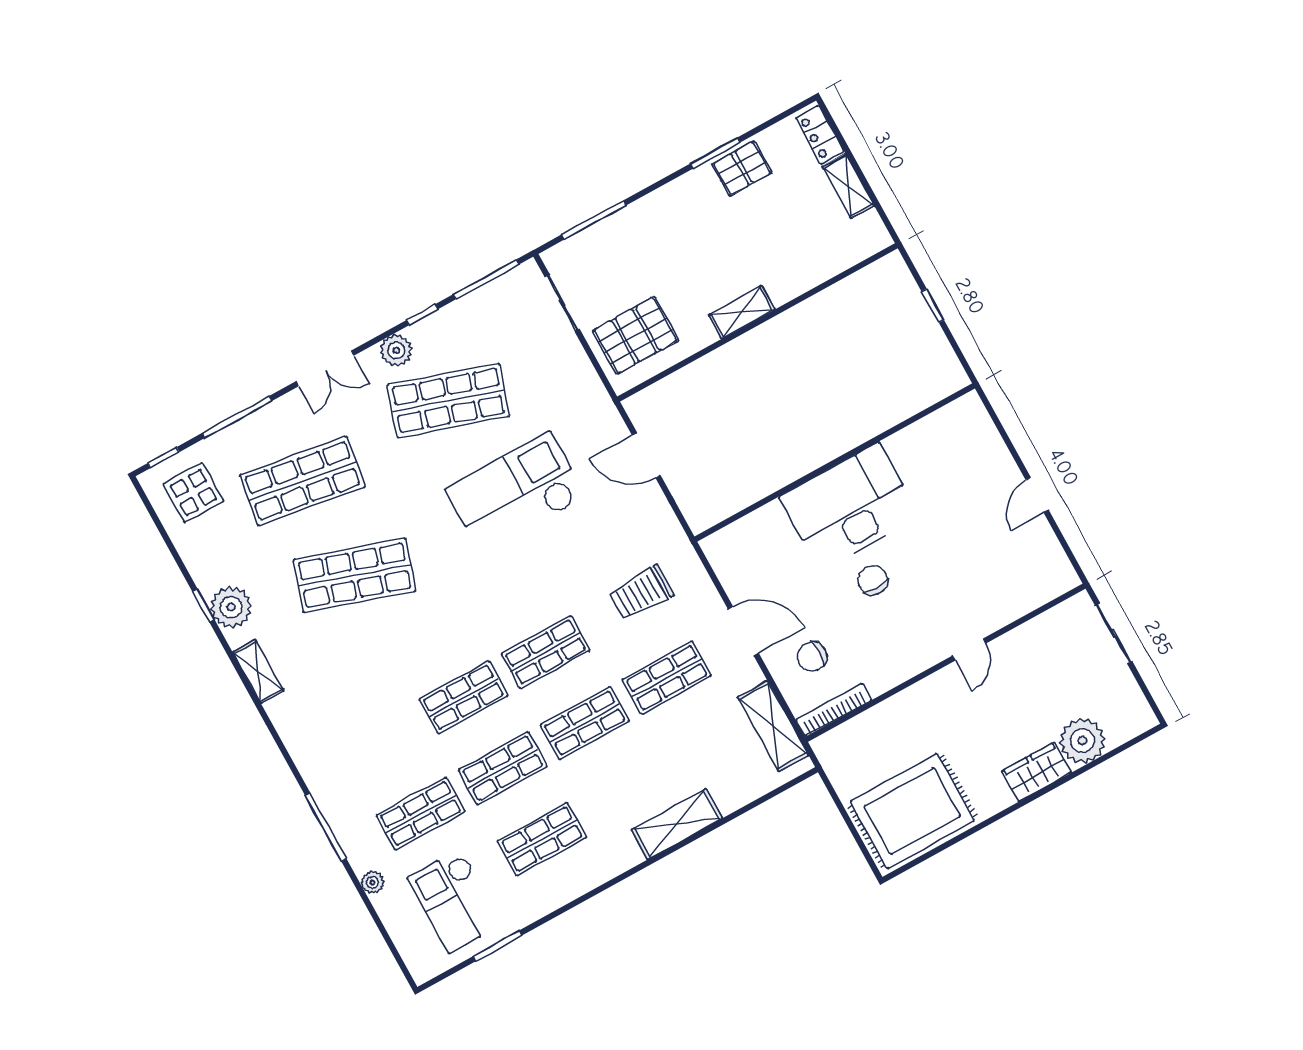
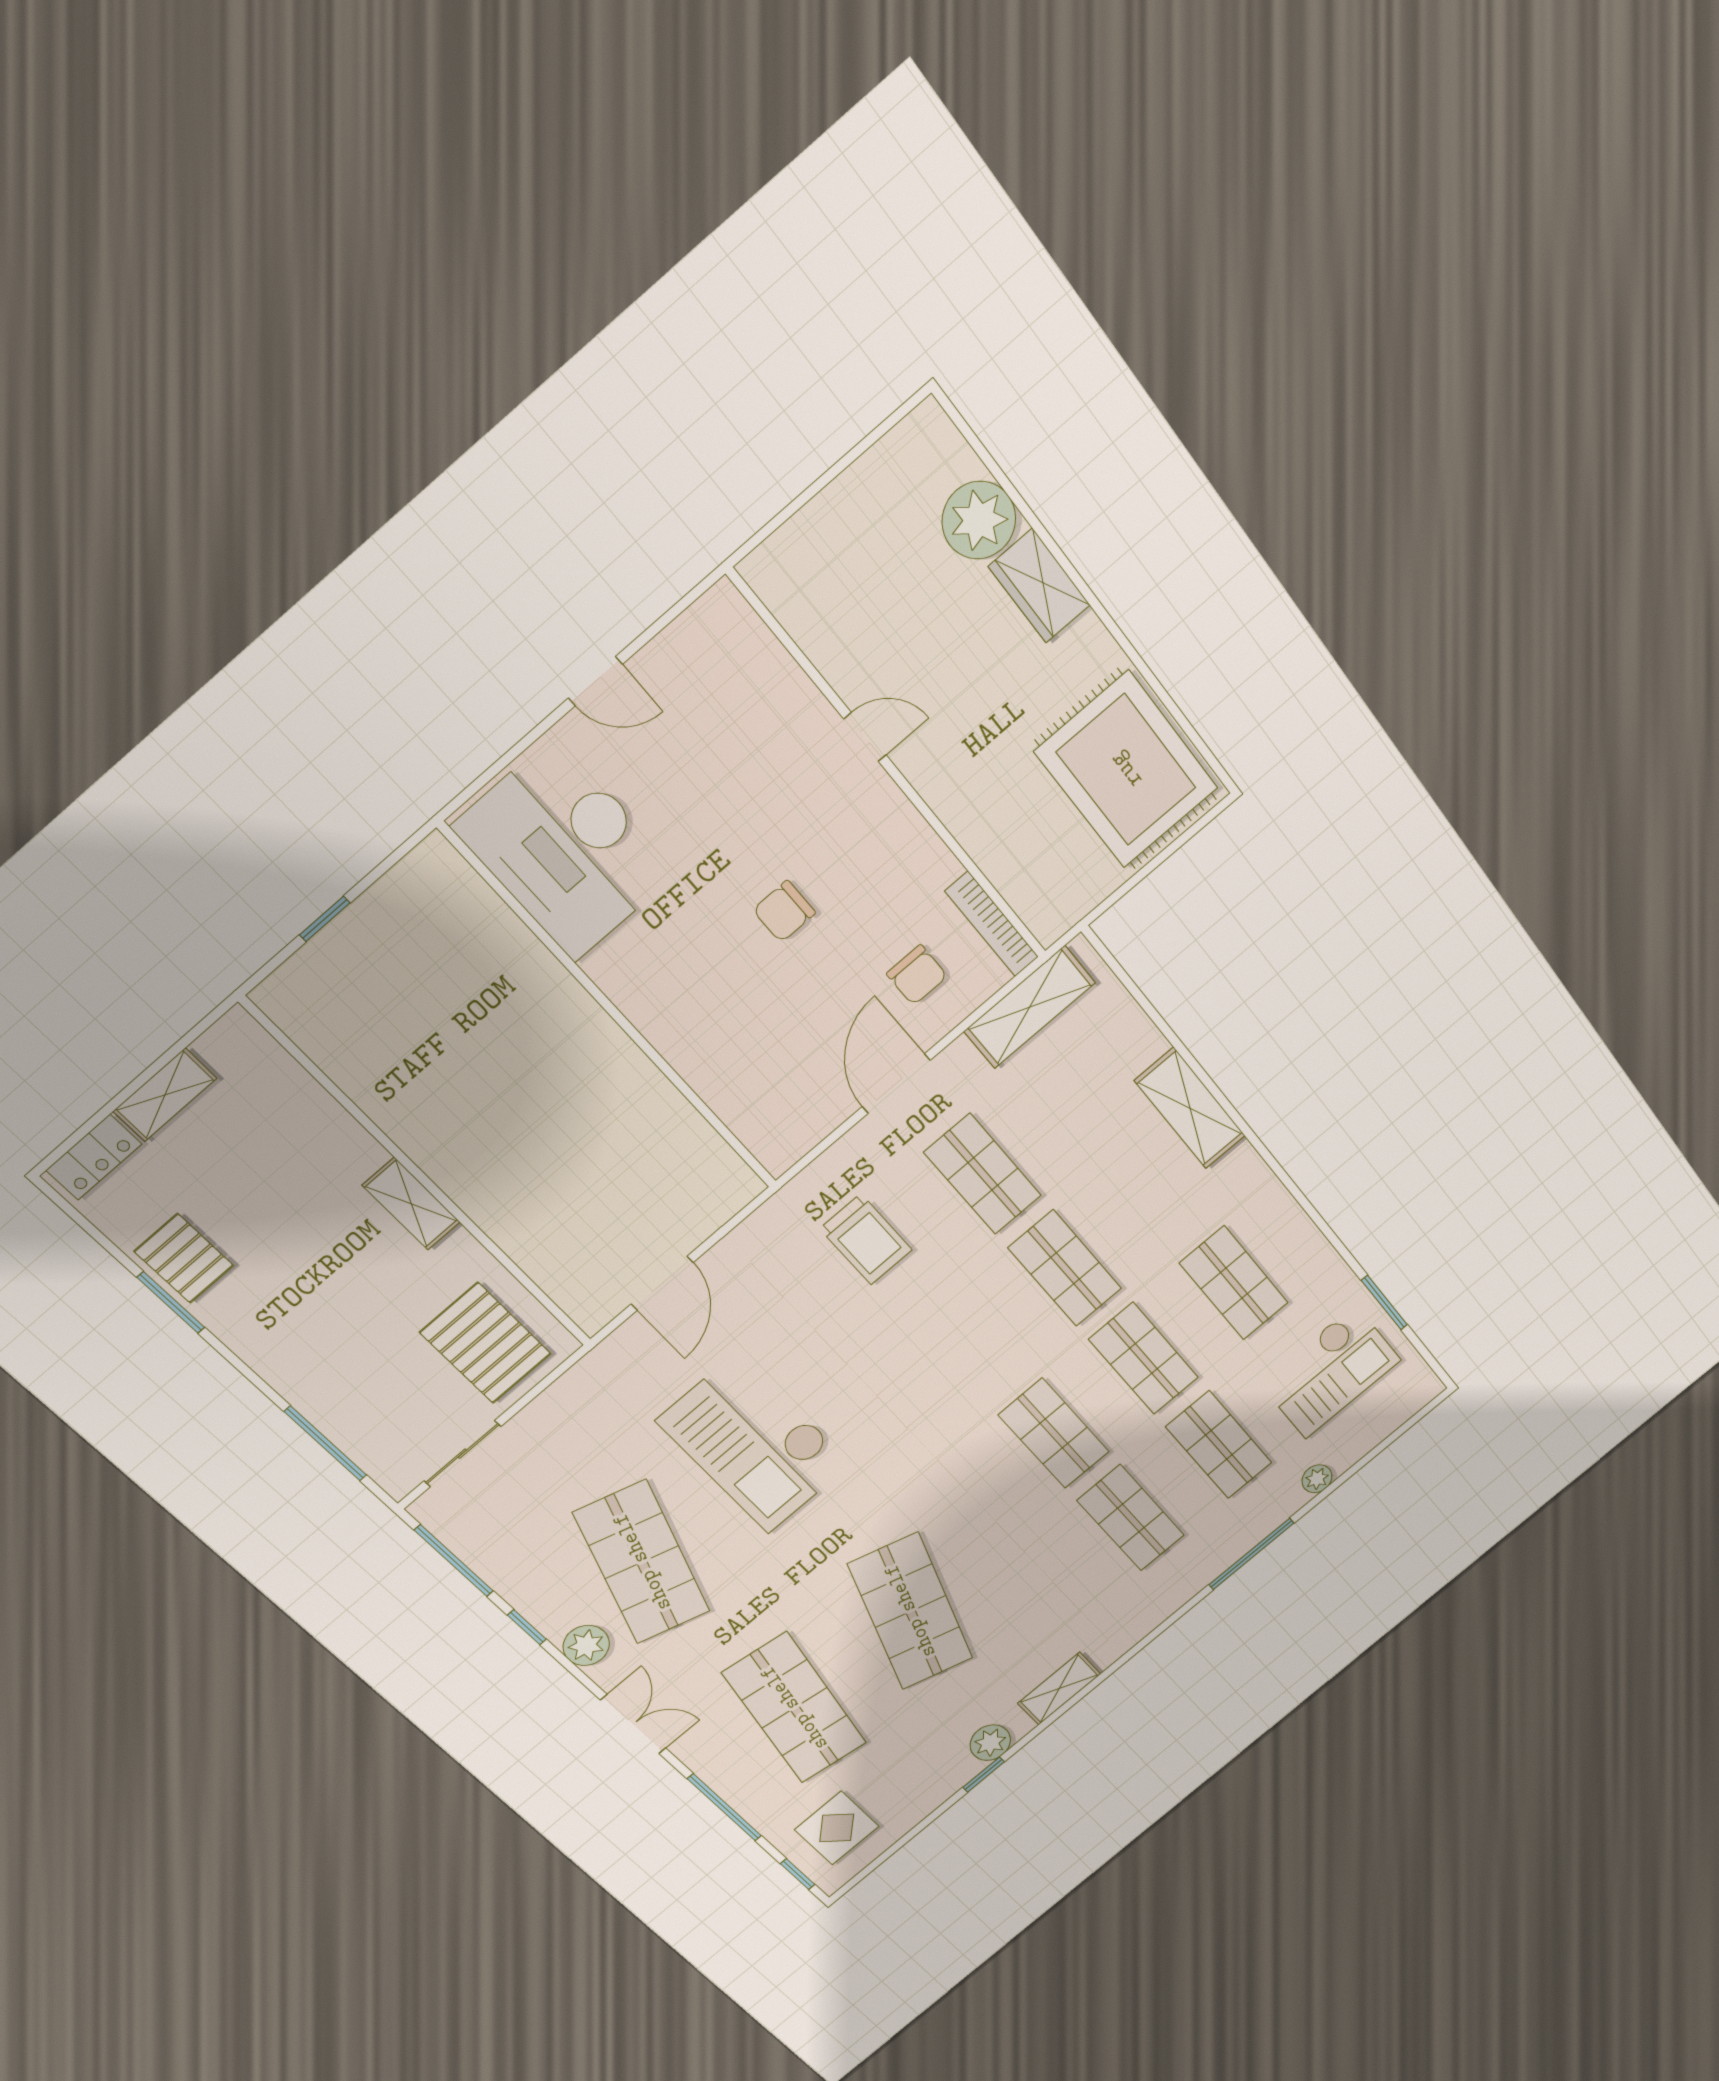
desk: (849, 507) -> (566, 849), moved
plant: (231, 607) -> (990, 1743), width x0.73, depth x0.73
sliding door: (1114, 633) -> (797, 504), removed
shop shelf: (546, 652) -> (1131, 1518), moved

